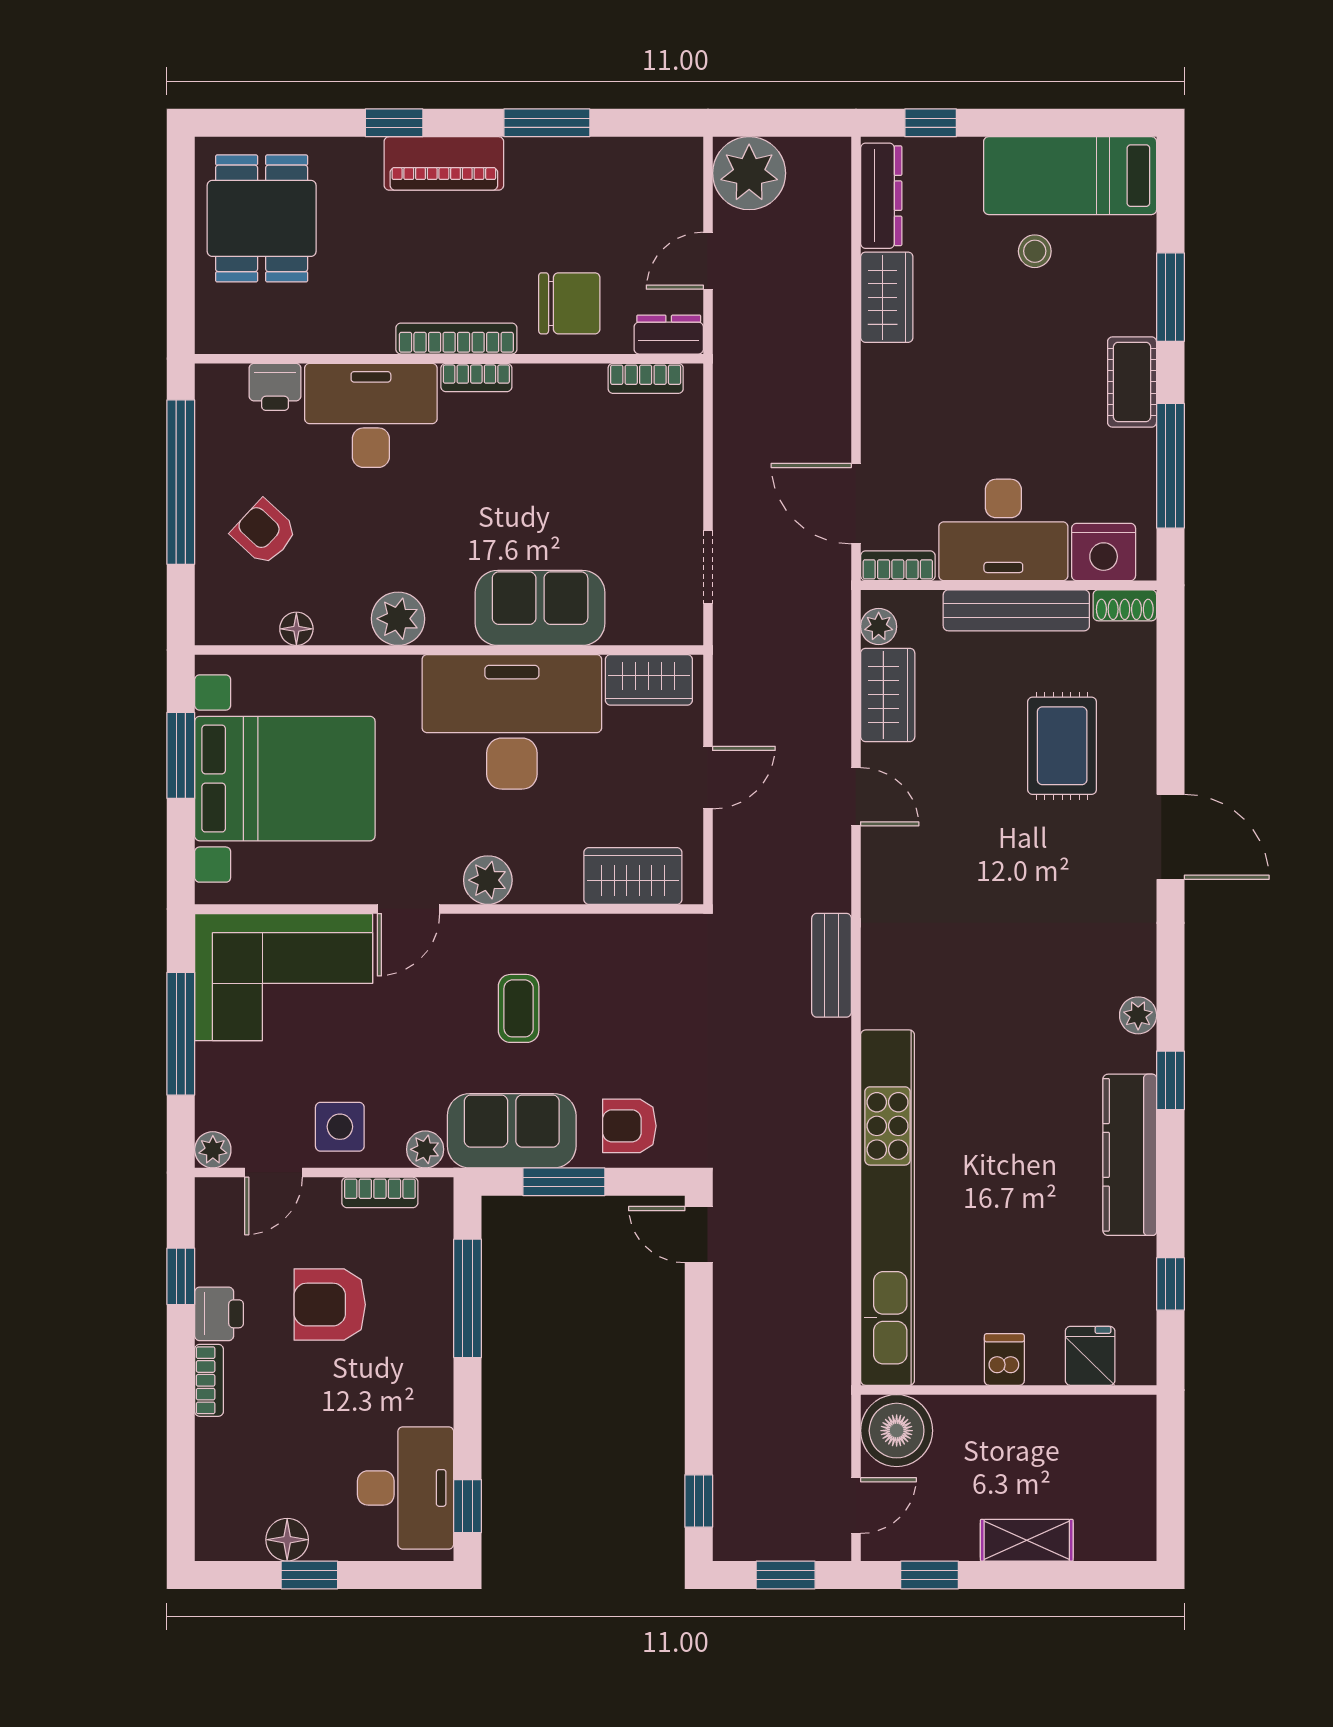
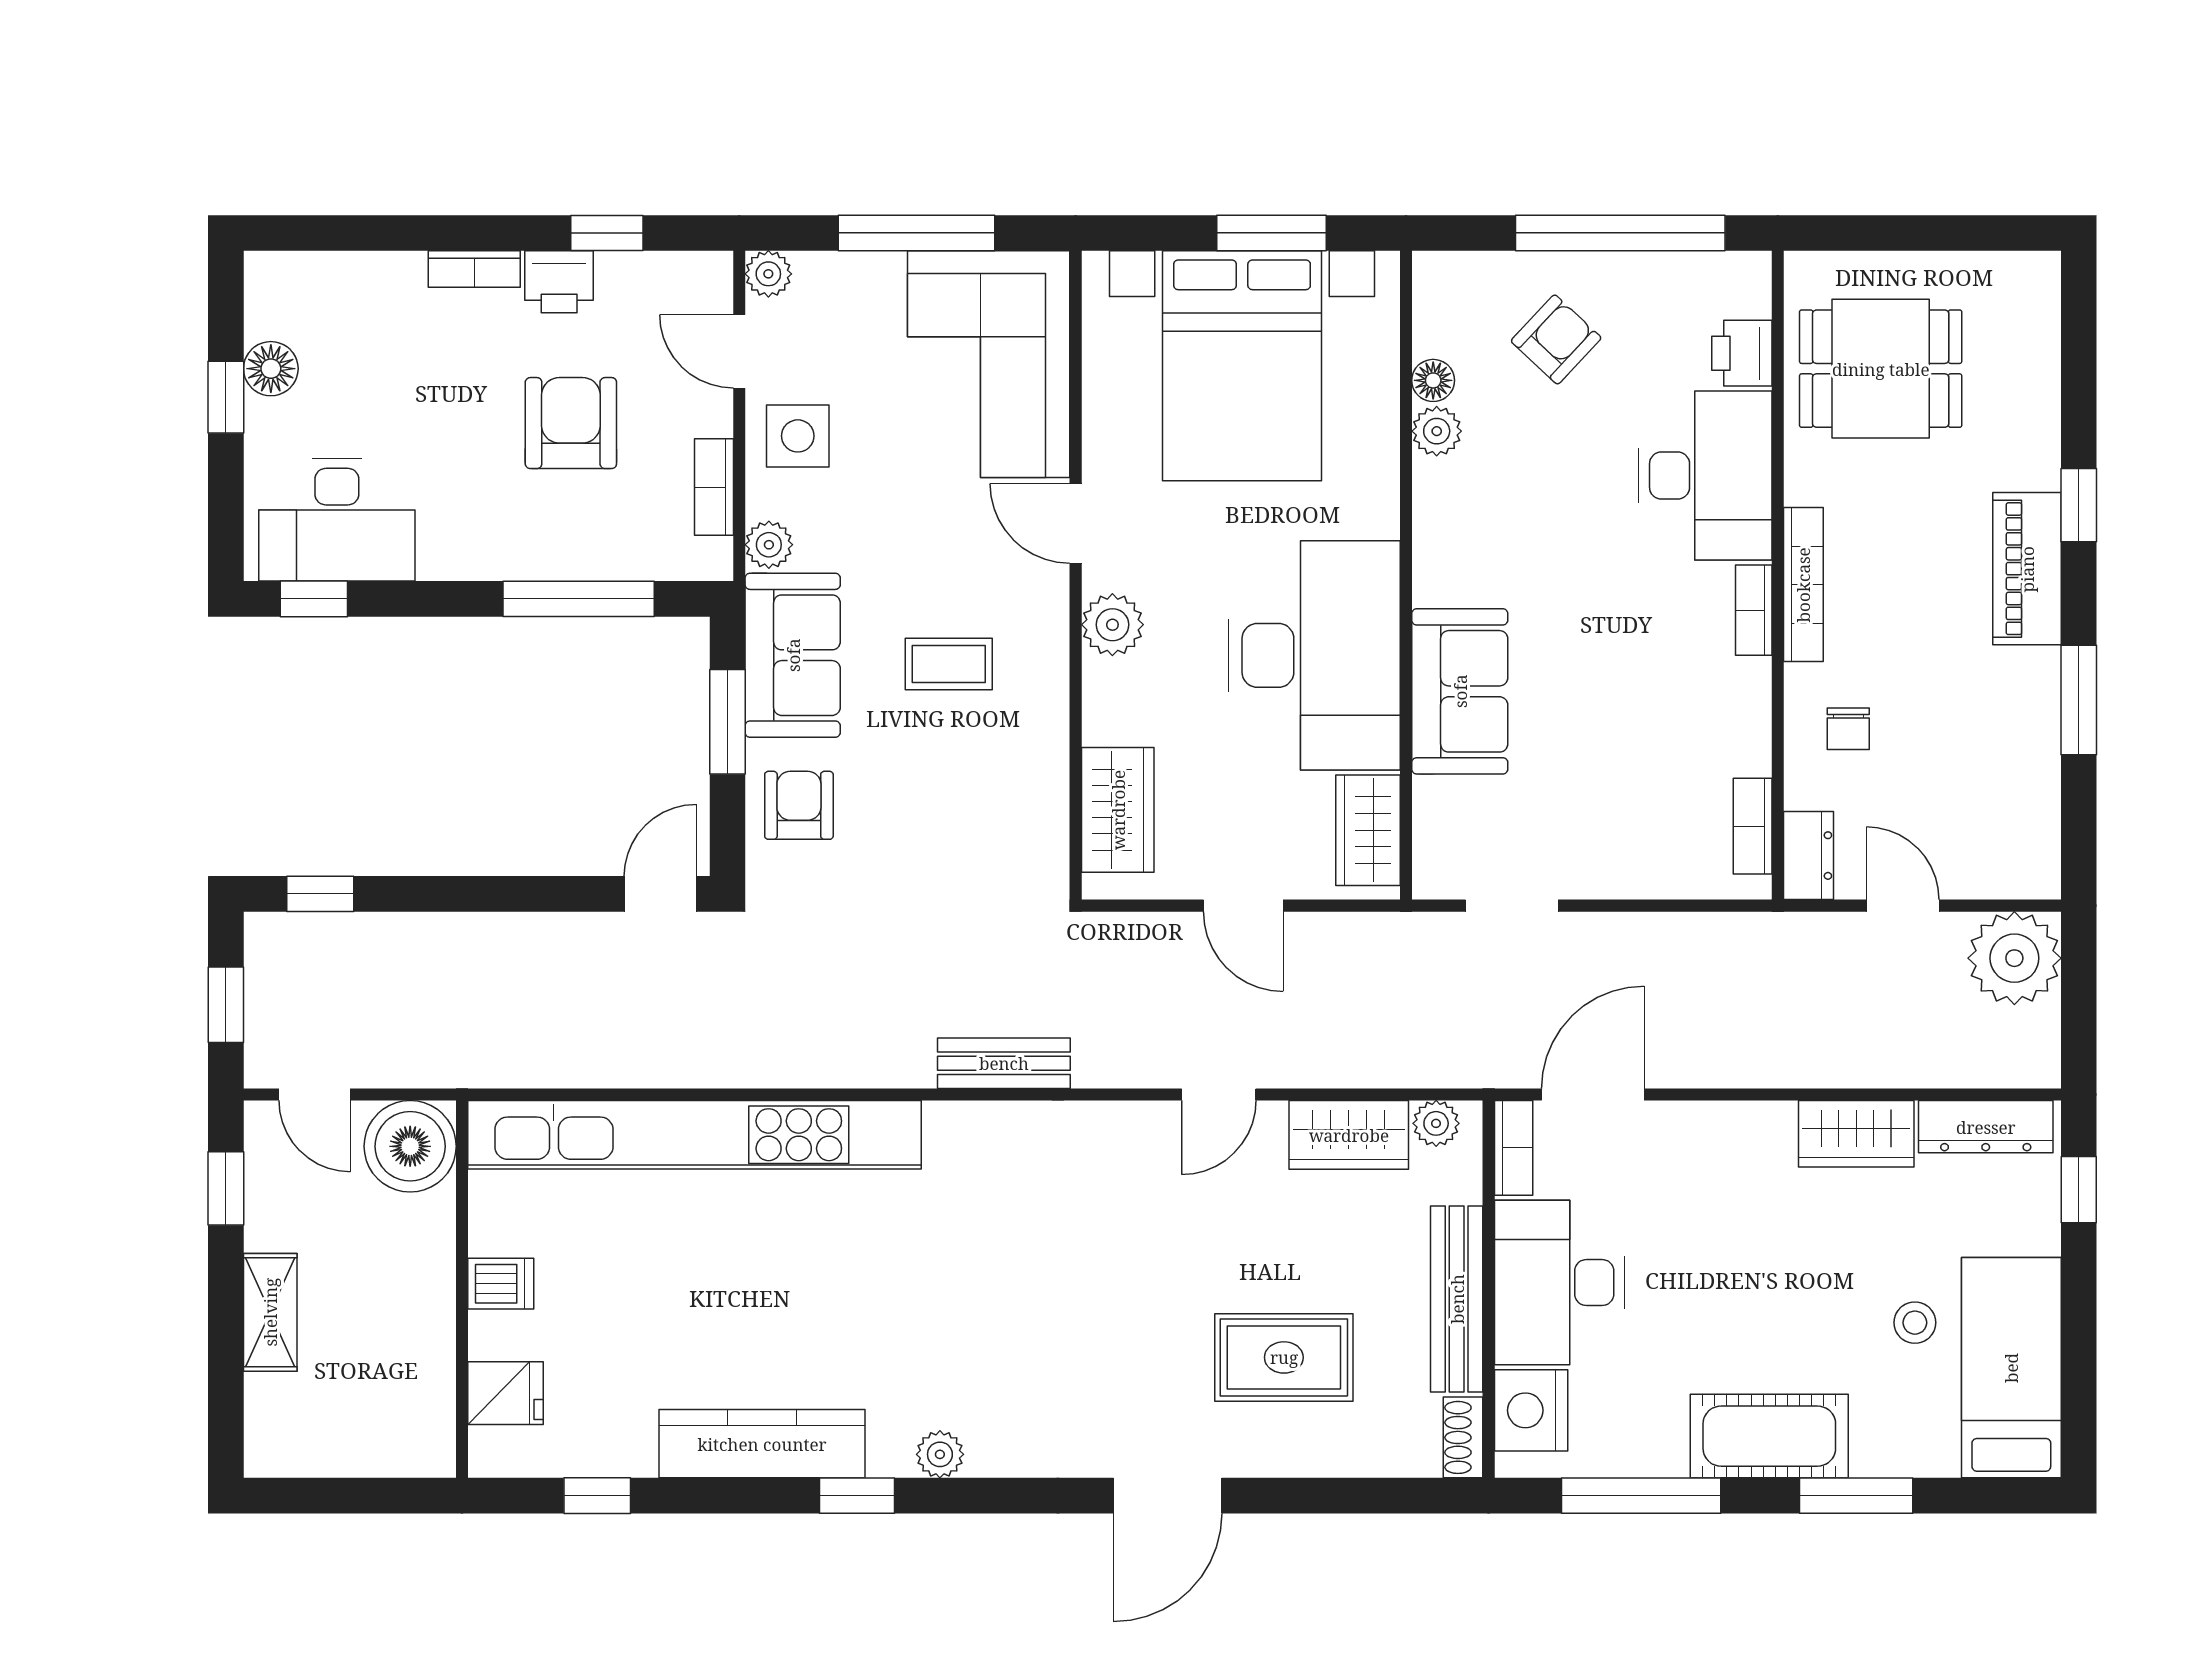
dining table: (262, 218) -> (1881, 369), moved
chair: (569, 303) -> (1848, 729), width x0.54, depth x0.54
cot: (1132, 382) -> (1769, 1436), width x1.37, depth x1.34
plant: (398, 619) -> (1437, 431), moved, width x0.73, depth x0.73

